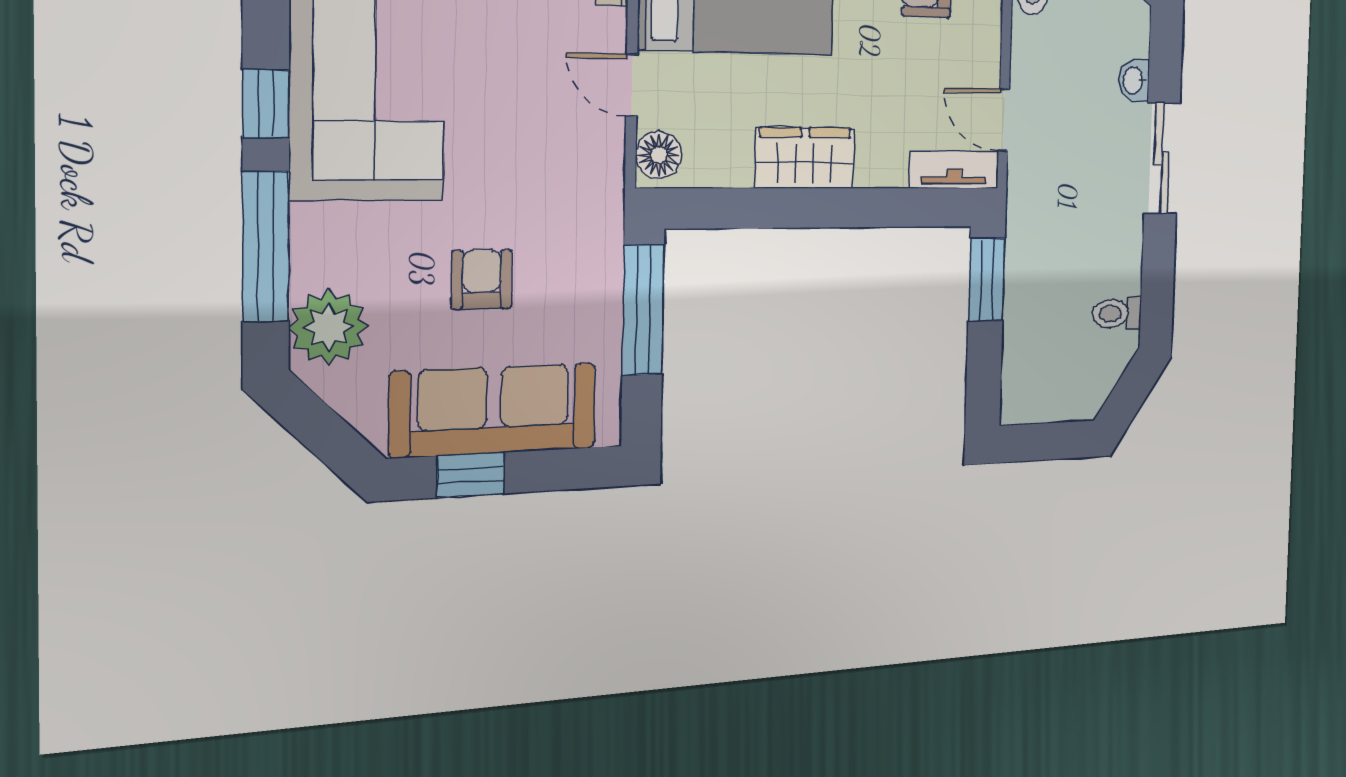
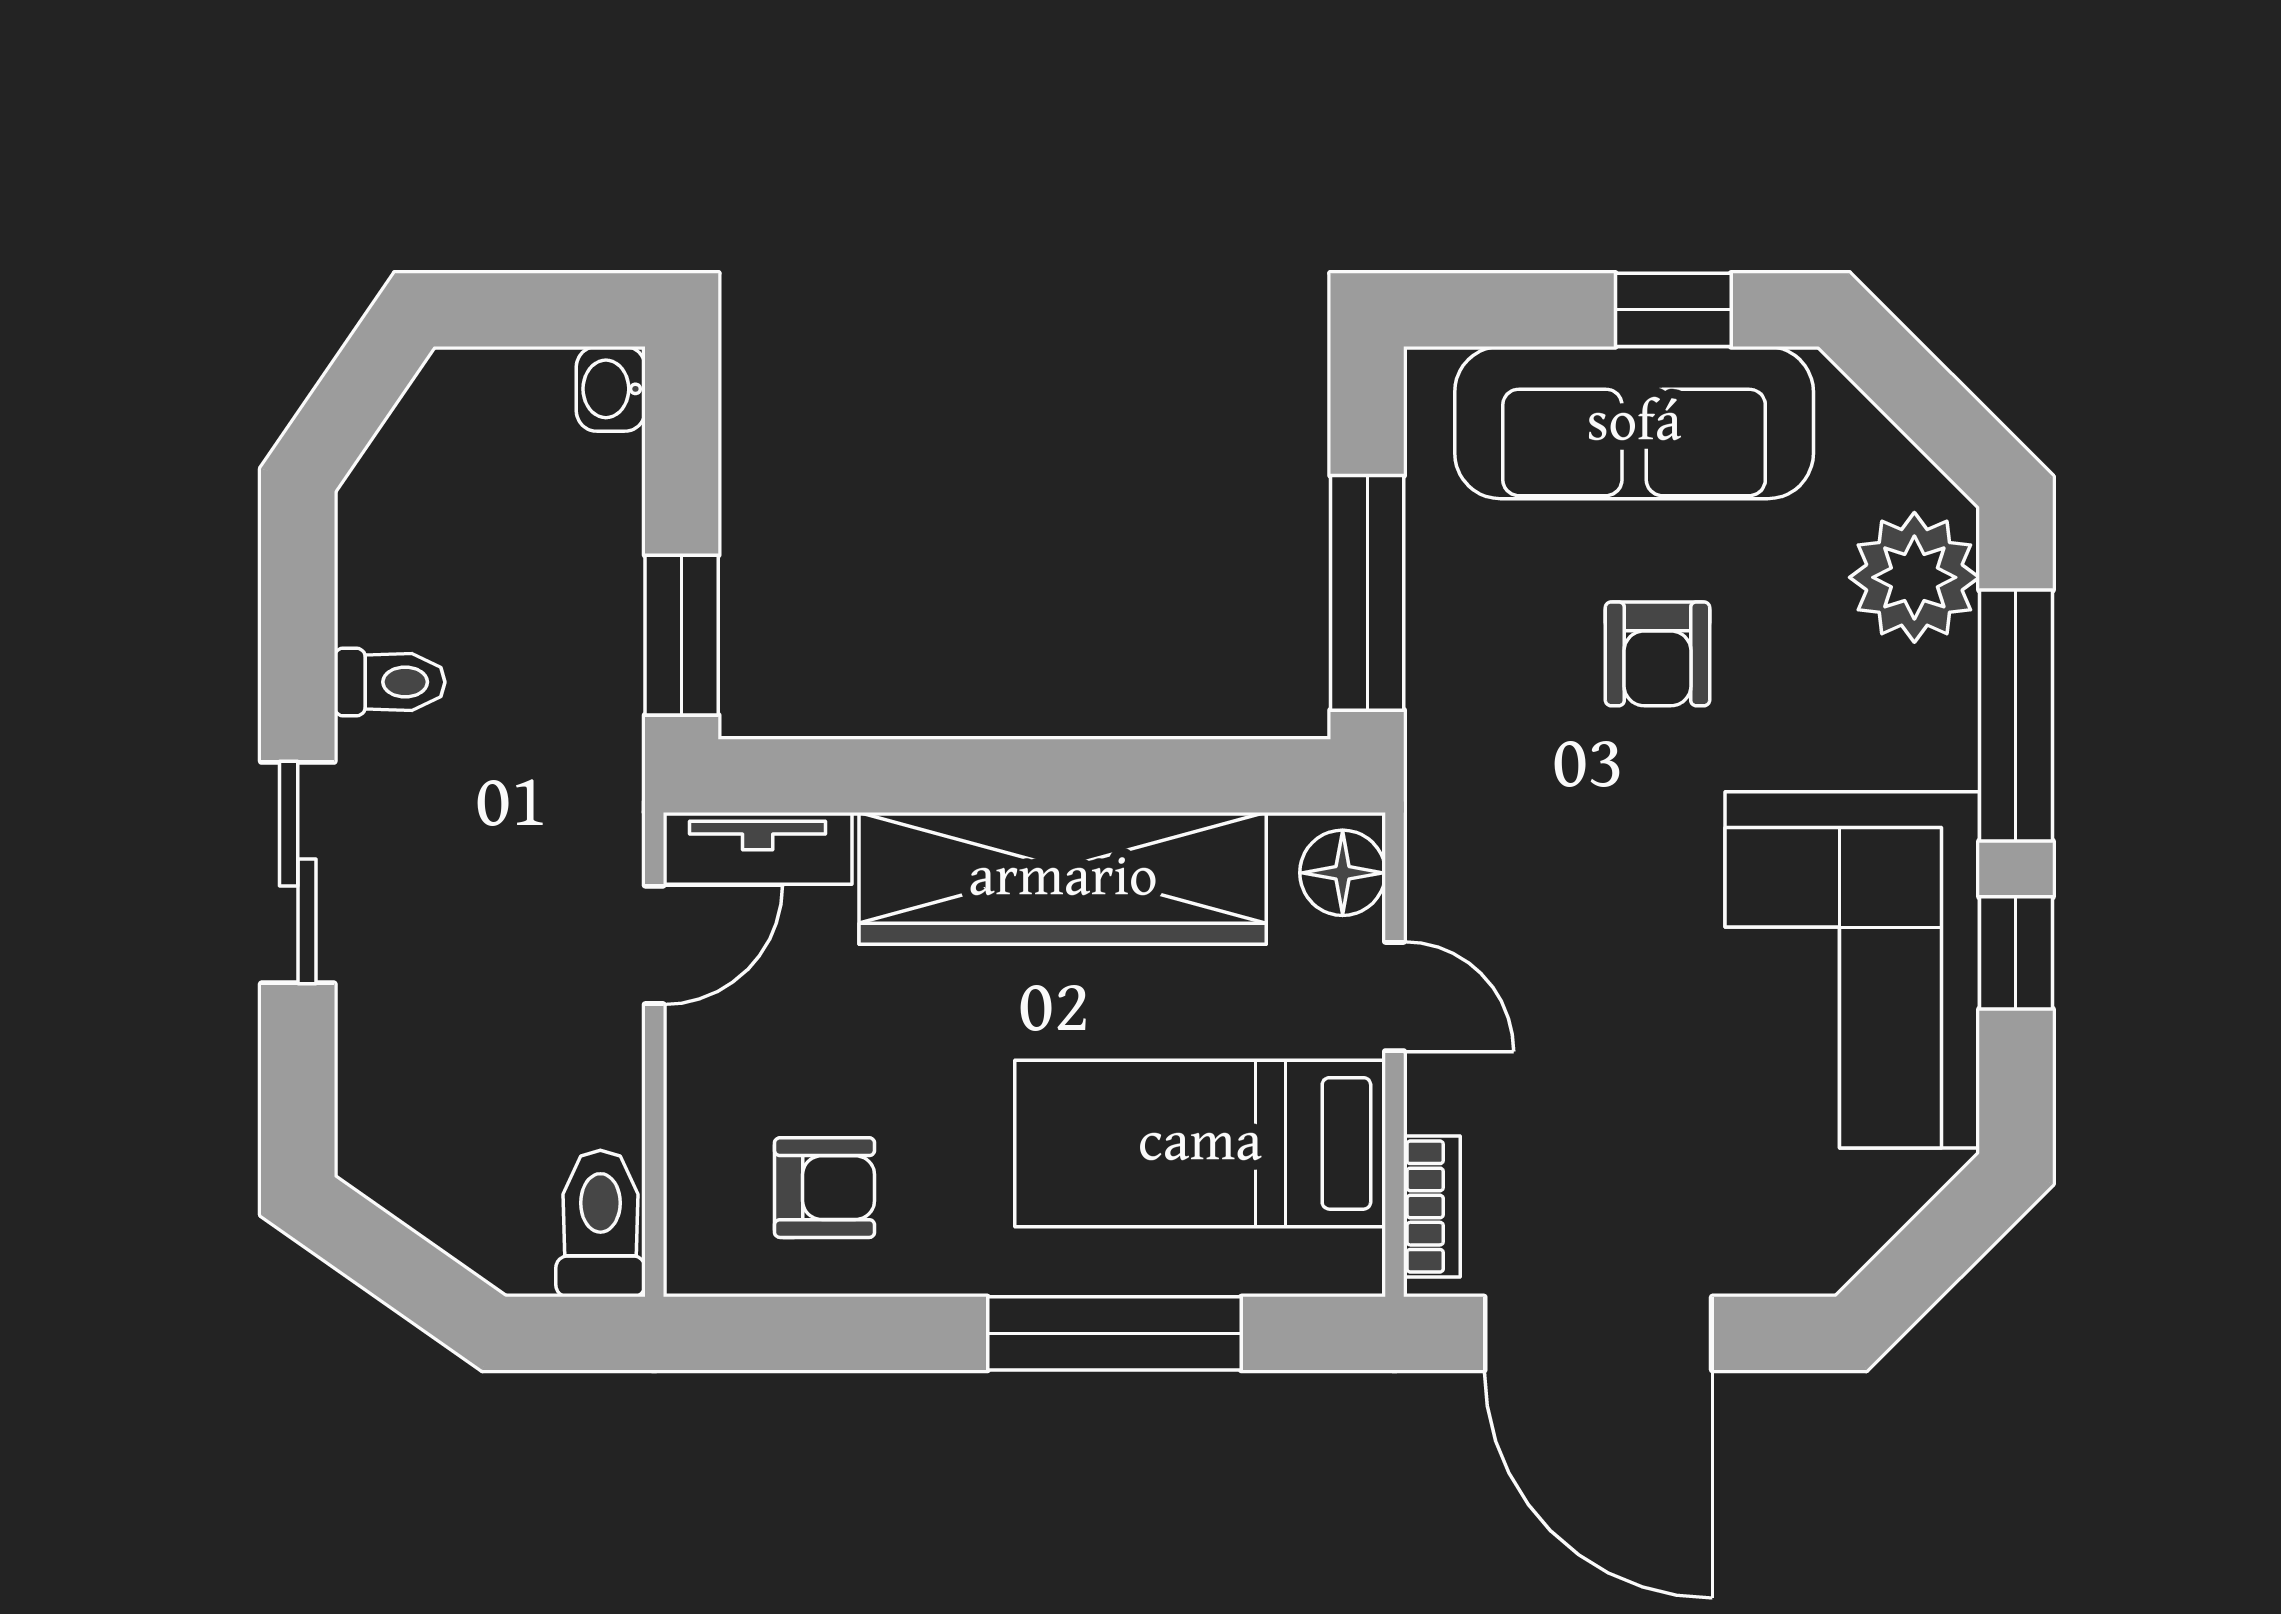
washbasin: (1134, 80) -> (611, 389), moved, turned 180
door: (1004, 120) -> (654, 945), hinge flipped
wardrobe: (805, 158) -> (1063, 878), width x2.10, depth x1.17
toilet: (1117, 313) -> (390, 682), moved

